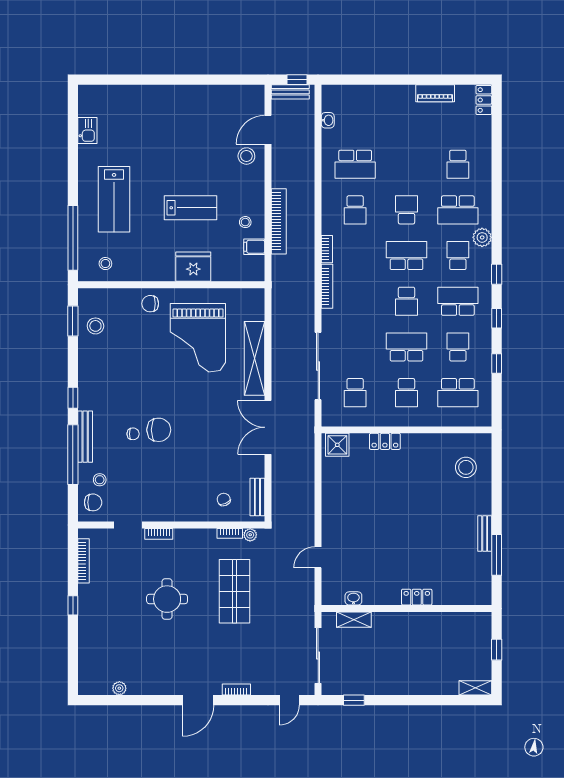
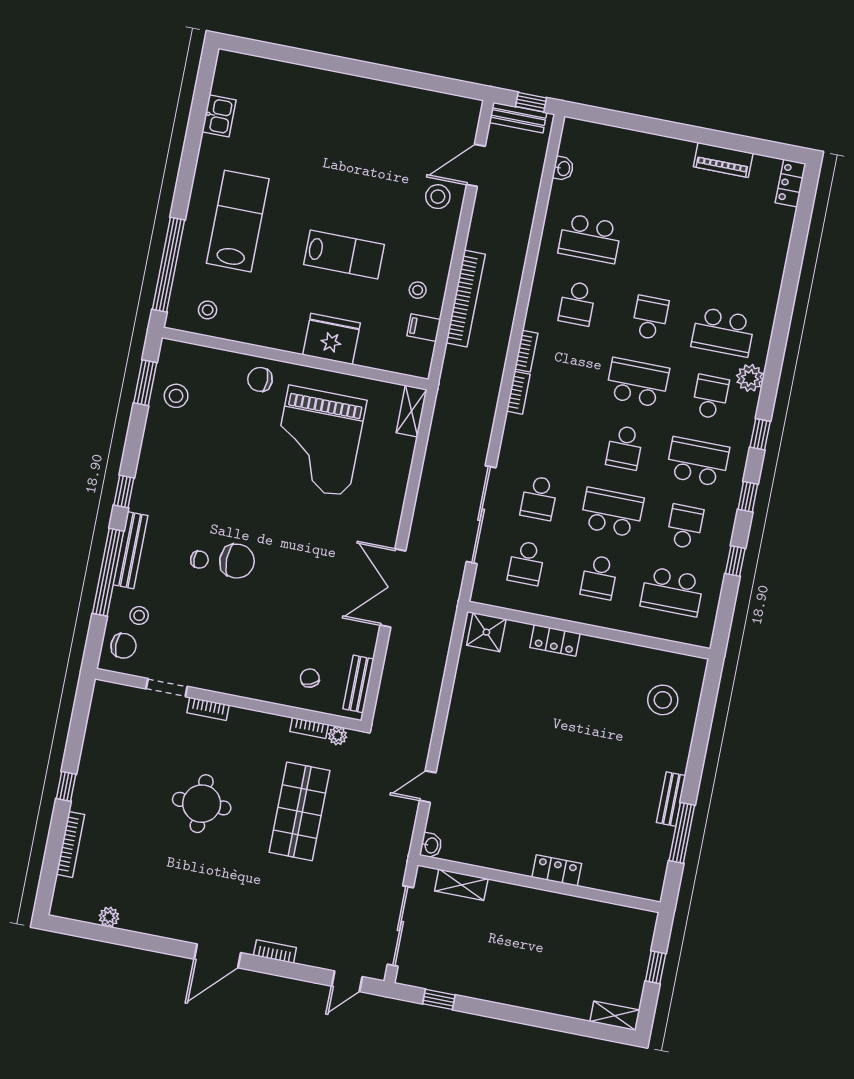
school desk: (458, 164) -> (539, 498), moved
lab bench: (114, 199) -> (238, 221), turned 180
bookcase: (327, 286) -> (518, 393), width x0.64
shelving: (255, 358) -> (411, 411), moved, width x0.45, depth x0.75
bookcase: (84, 561) -> (70, 844), moved
washbasin: (353, 598) -> (431, 845), moved, turned 90

